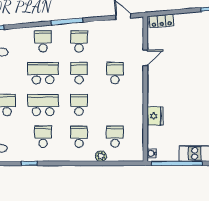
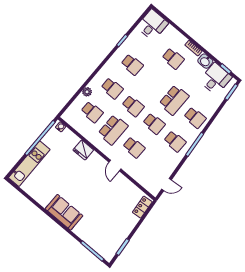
door: (145, 58) -> (115, 166), moved
school desk: (43, 105) -> (113, 130), moved

